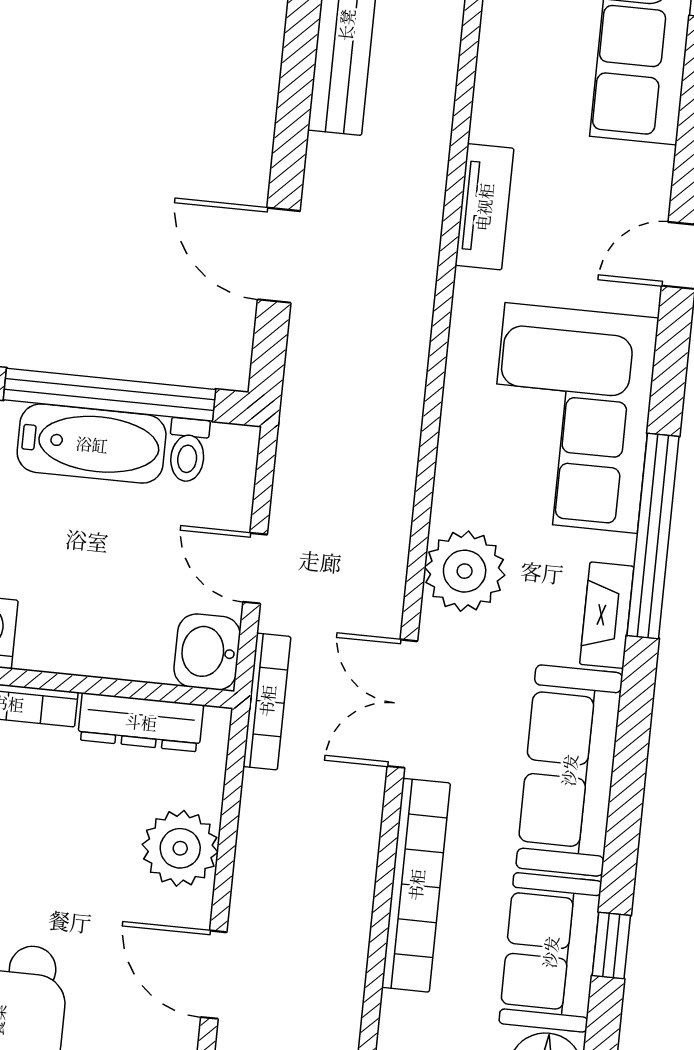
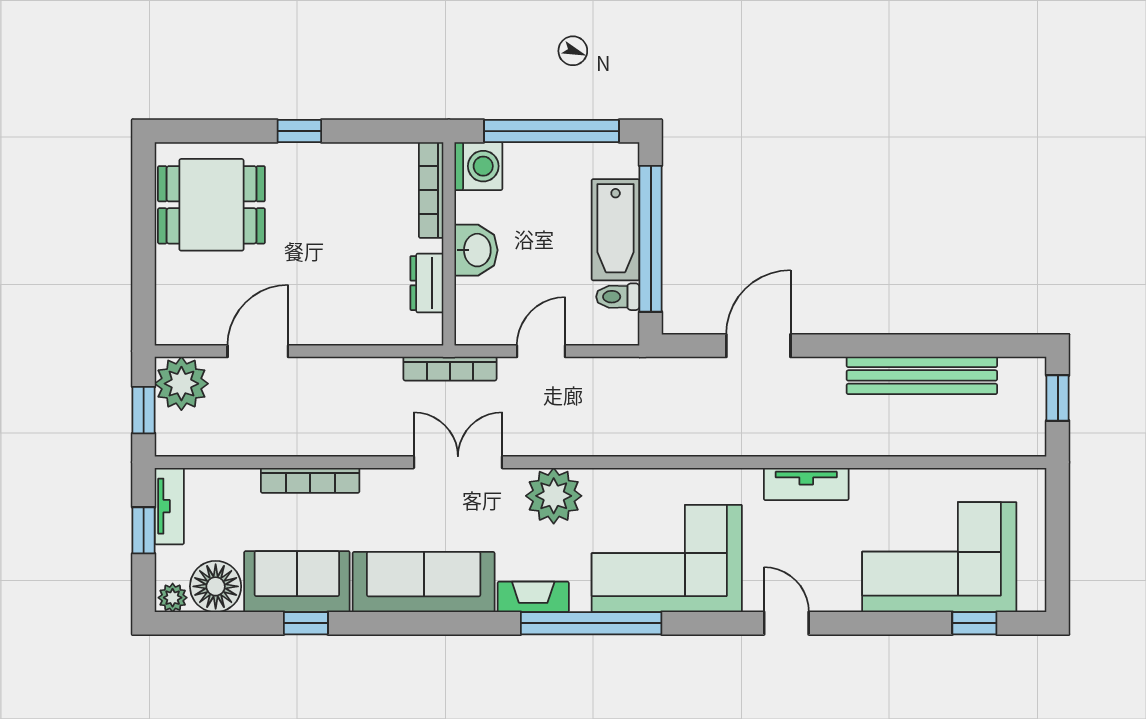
washbasin: (207, 652) -> (476, 250), moved, turned 90
dresser: (141, 722) -> (427, 283), width x0.70
plant: (180, 848) -> (343, 319), removed
bookcase: (416, 885) -> (310, 480), width x0.68, depth x0.76

